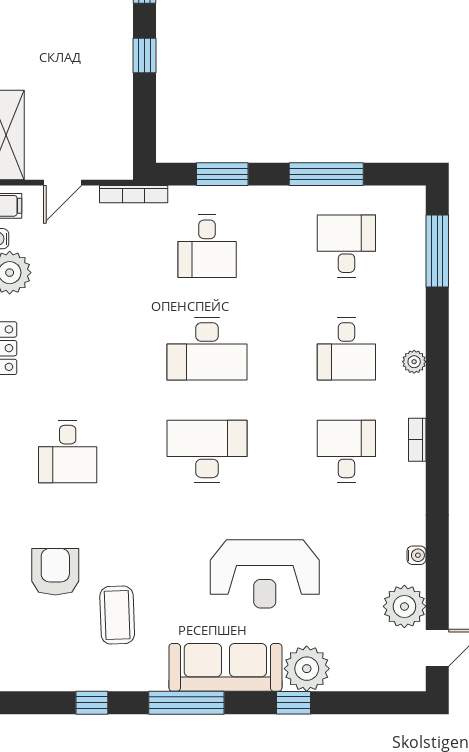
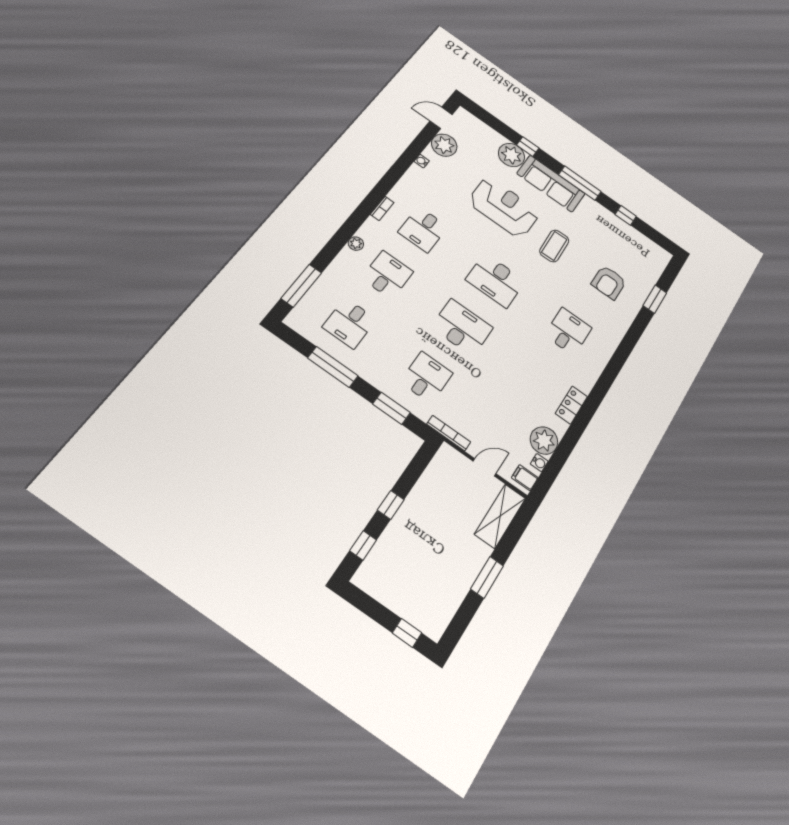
coffee table: (117, 615) -> (554, 246), moved

